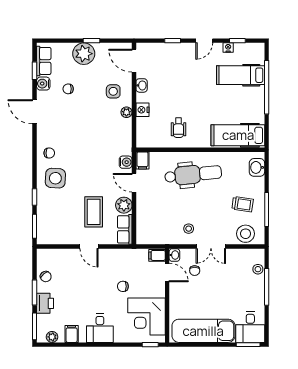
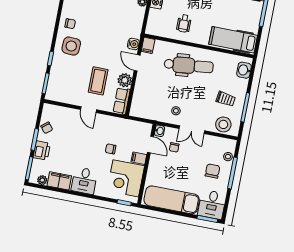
filing cabinet: (157, 255) -> (139, 158), moved
chair: (244, 289) -> (213, 171), added
filing cabinet: (72, 334) -> (59, 181), width x2.00

